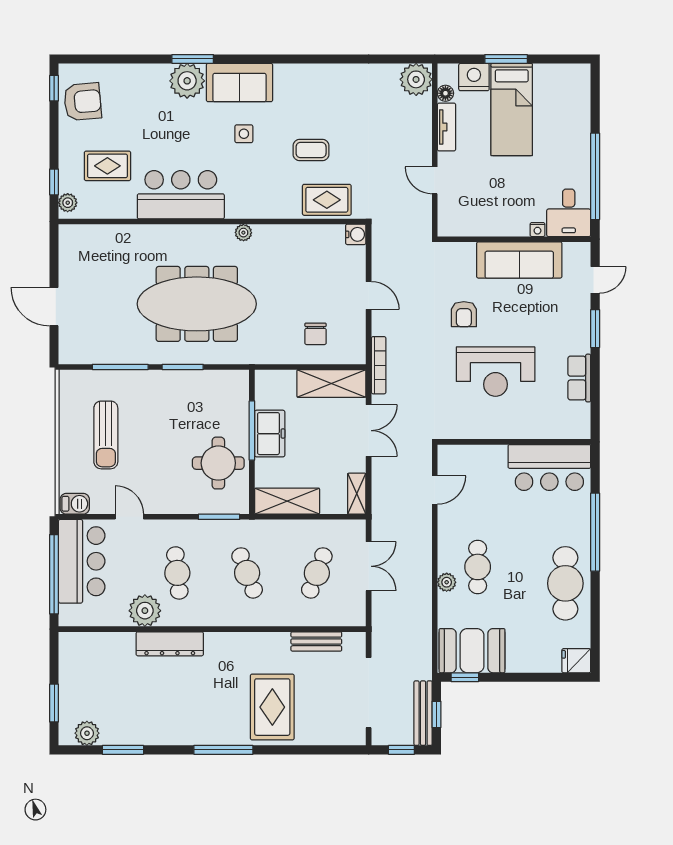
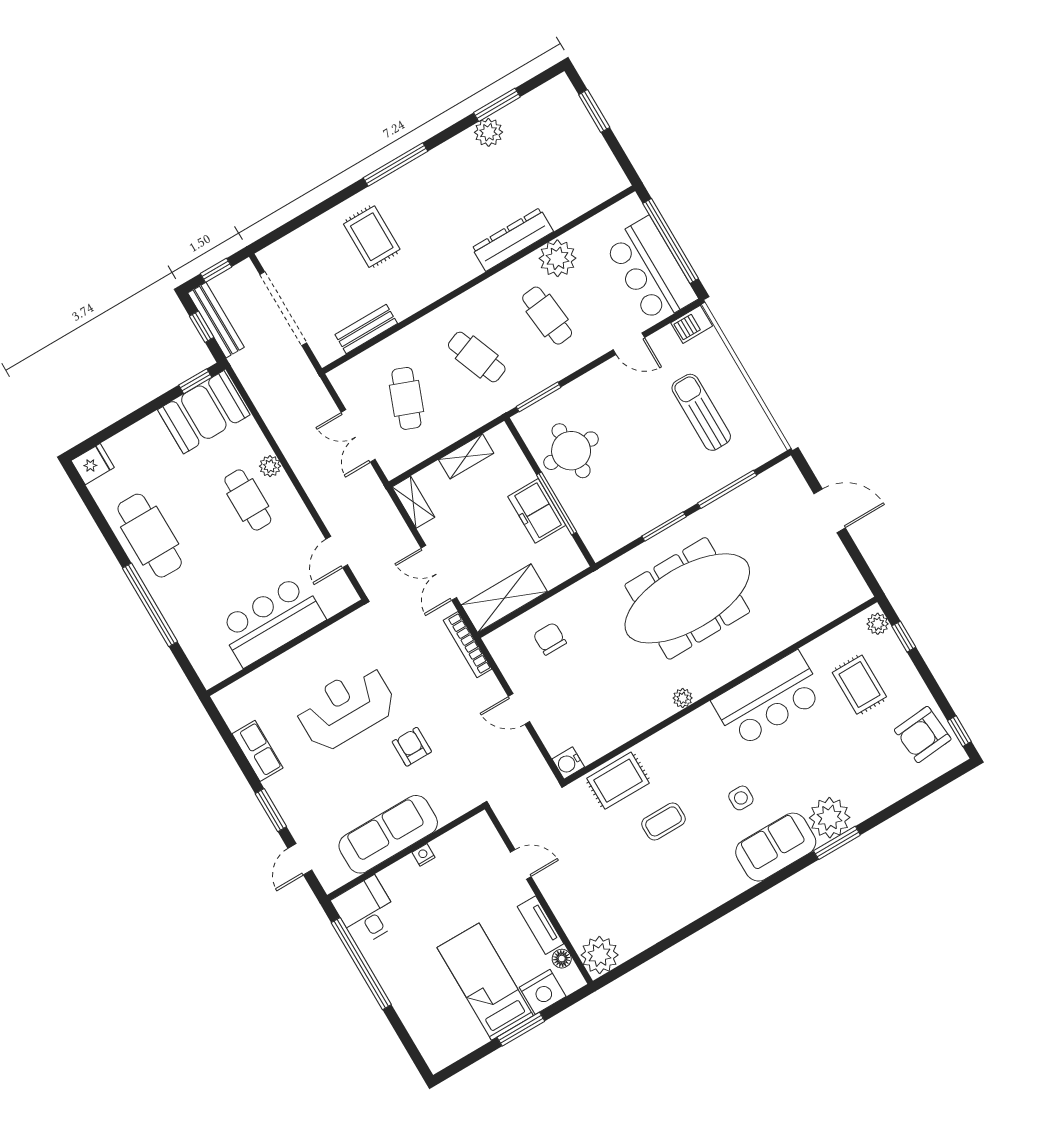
rug: (107, 166) -> (859, 685), turned 90
nightstand: (537, 230) -> (424, 855), moved
bar counter: (549, 467) -> (271, 621), moved
shelving: (287, 501) -> (466, 456), width x0.67, depth x0.75
rug: (272, 707) -> (372, 237), width x0.73, depth x0.70
plant: (87, 733) -> (488, 132), moved

